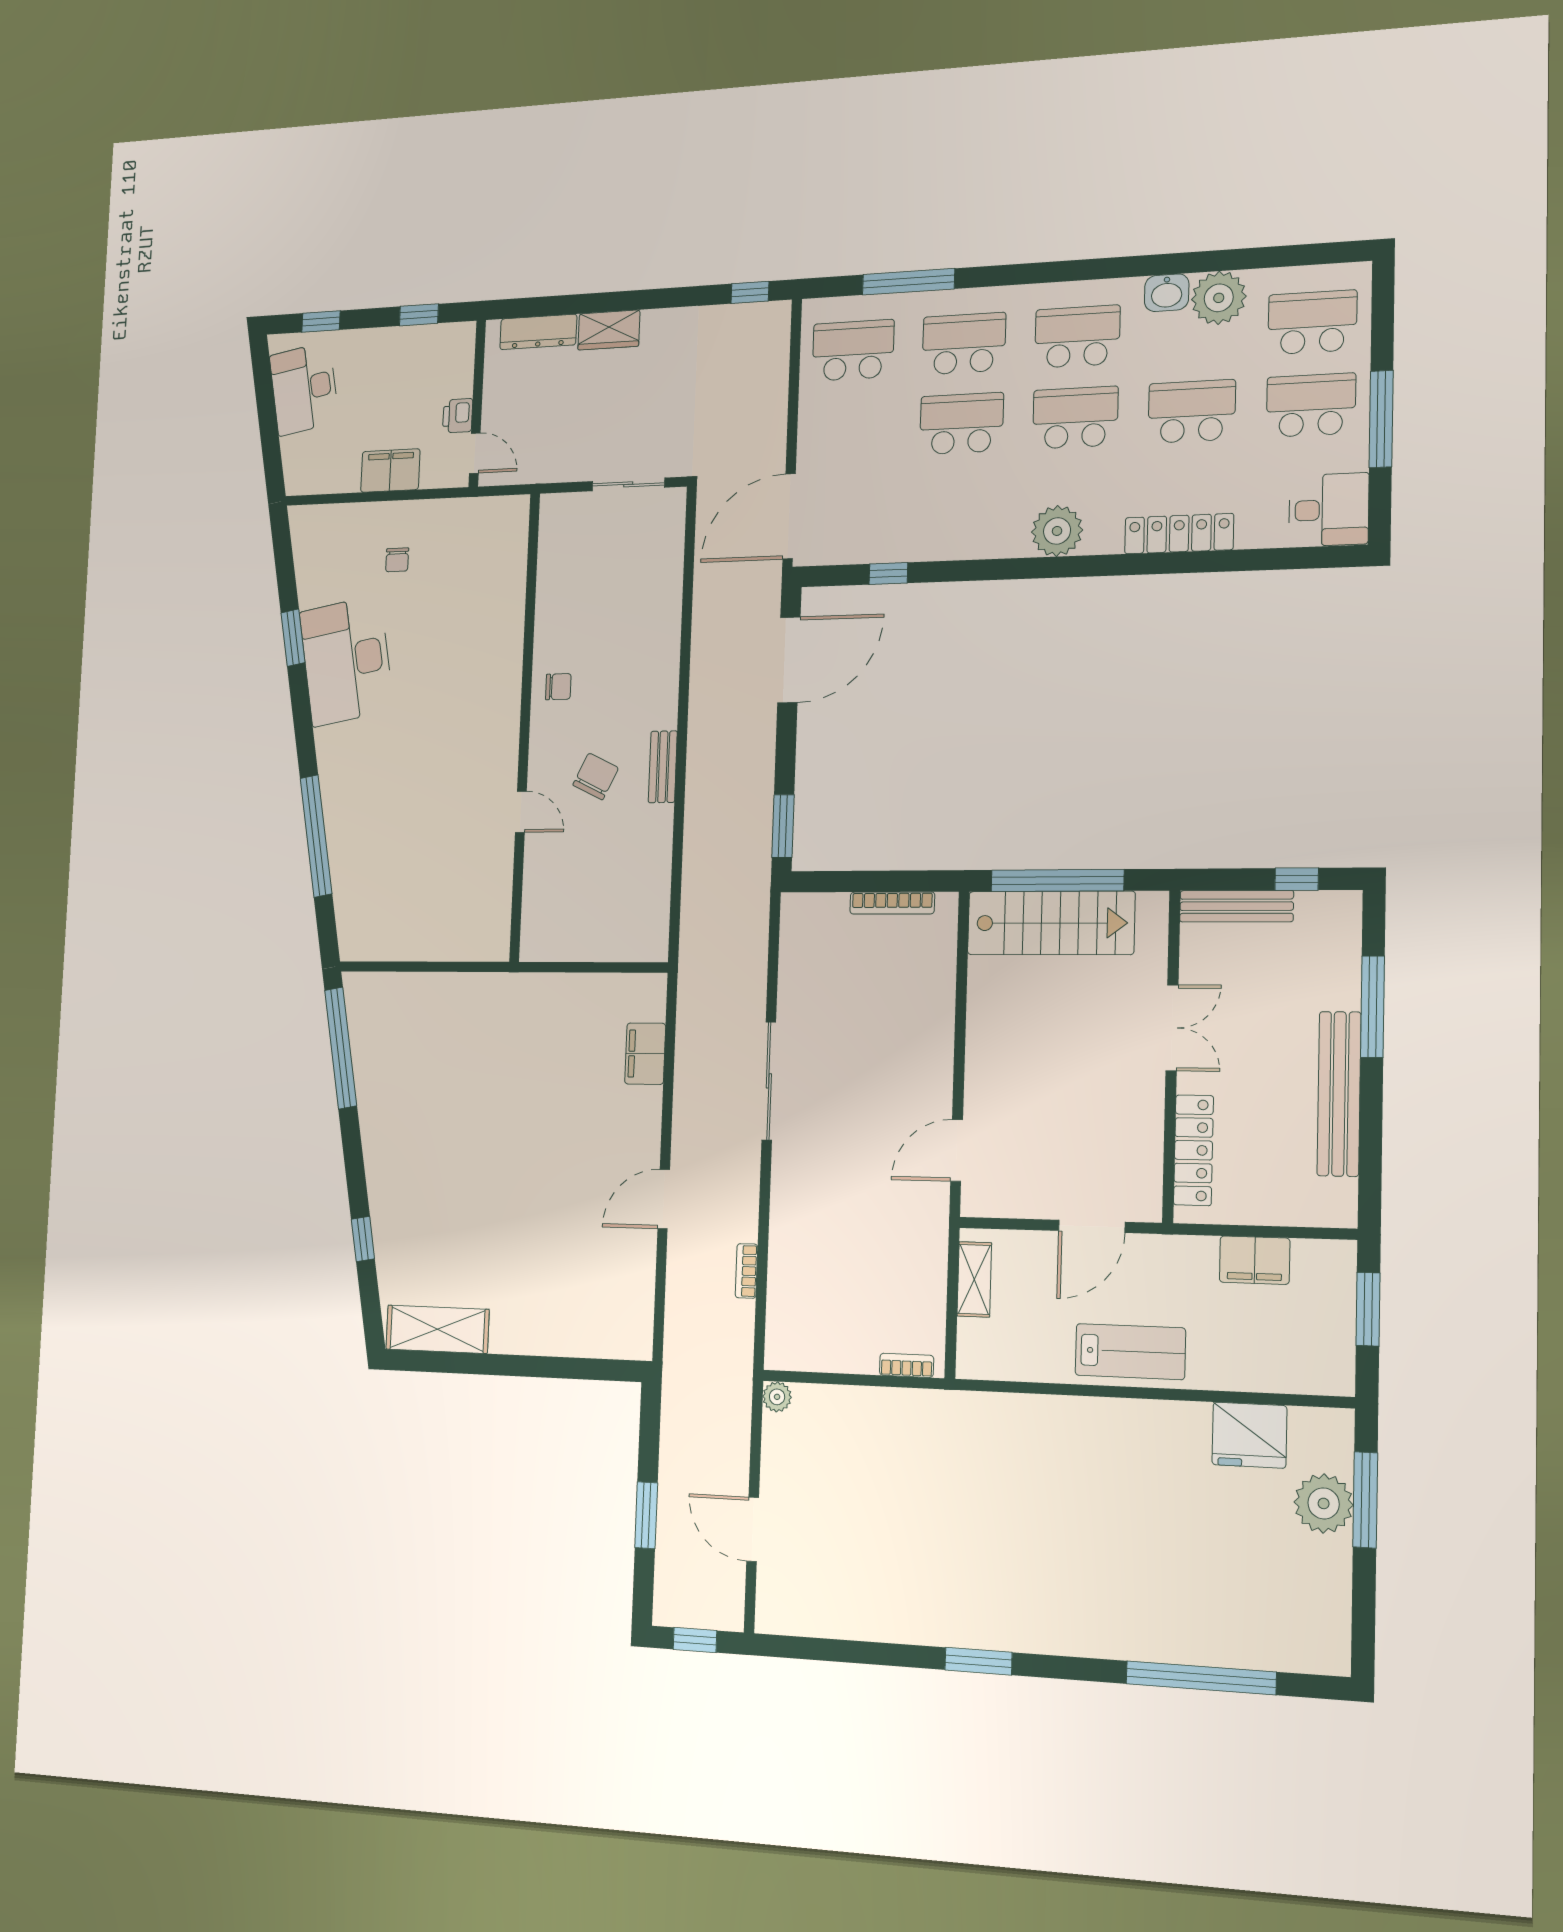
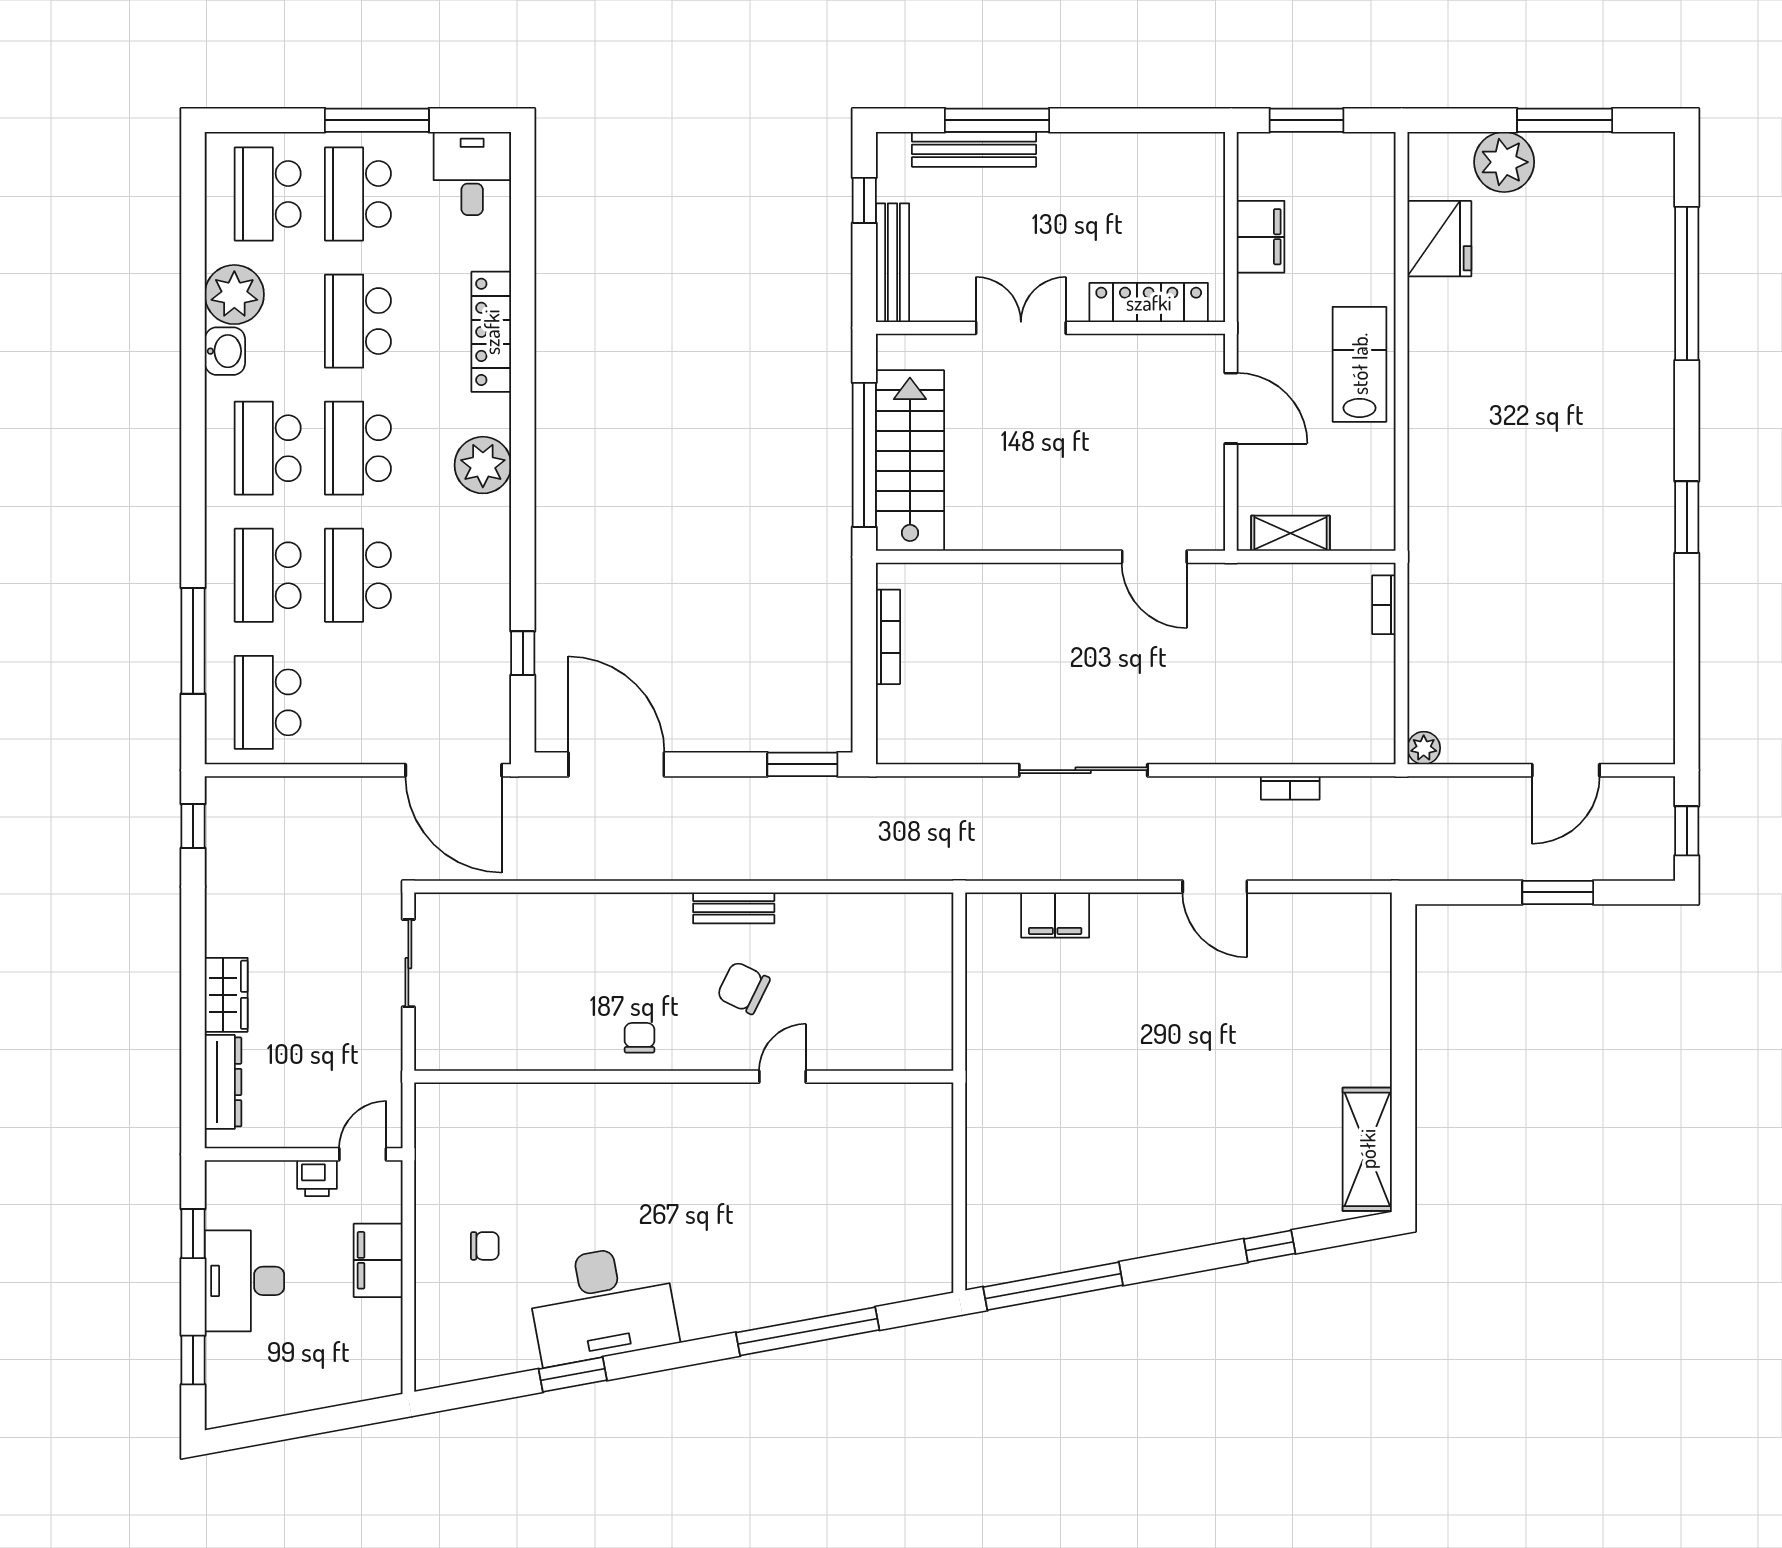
desk: (304, 389) -> (244, 1281), moved, turned 100
bench: (1339, 1094) -> (974, 149), moved, width x0.73, depth x0.82
window: (1365, 1500) -> (1565, 120), moved

